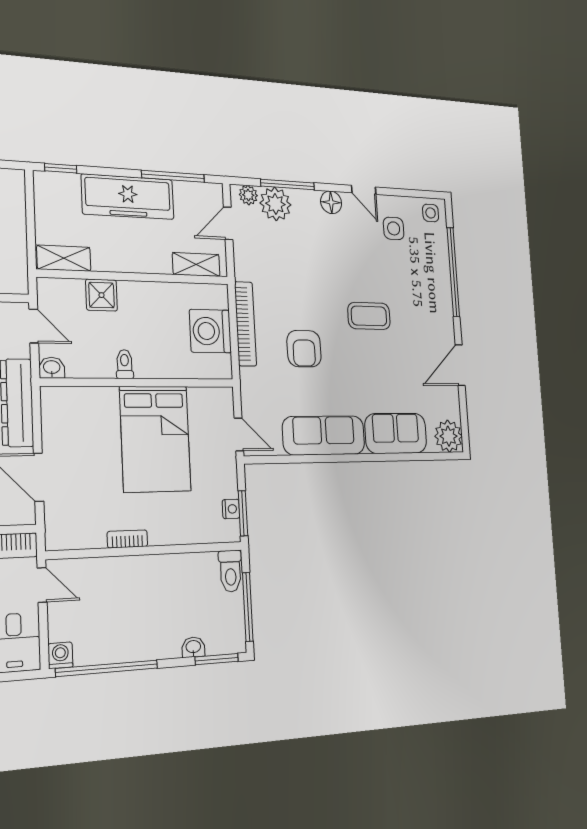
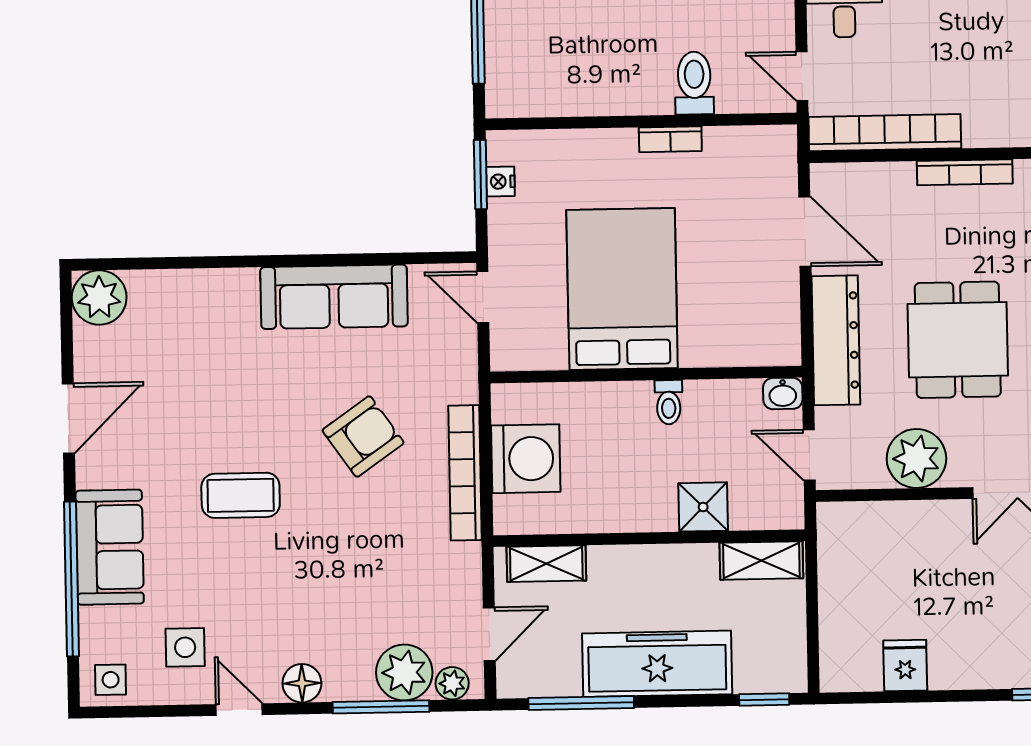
armchair: (304, 349) -> (363, 436), turned 55
sofa: (396, 433) -> (110, 547), moved, turned -90
toilet: (230, 571) -> (694, 83), moved

